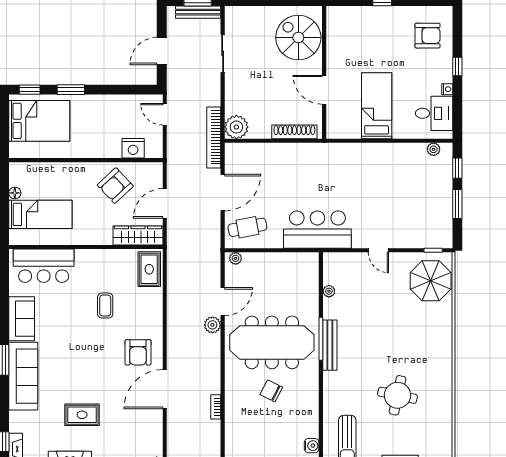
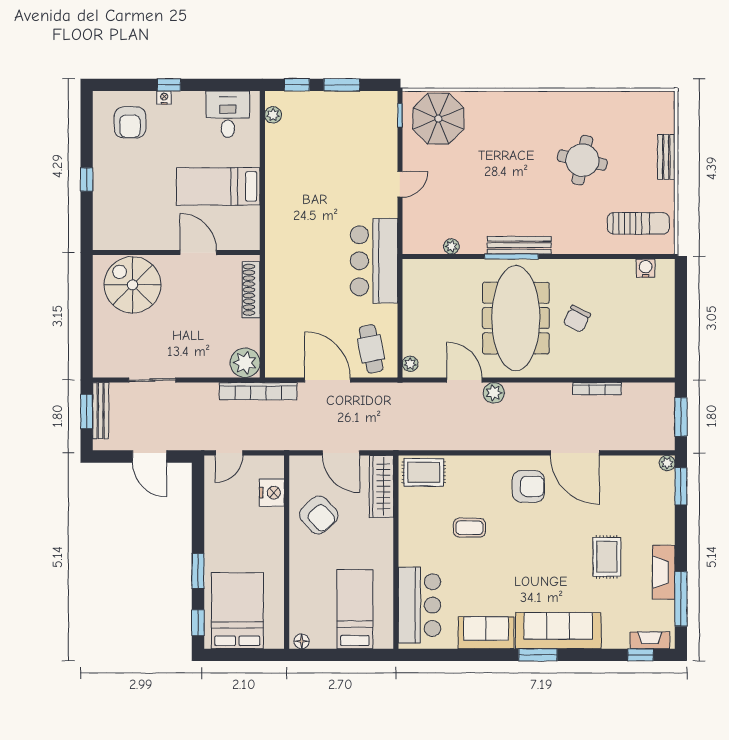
armchair: (428, 36) -> (130, 122), turned 180
spiral stairs: (298, 38) -> (133, 285), turned 90
nightstand: (447, 89) -> (164, 98), moved
door: (324, 90) -> (198, 252), swing flipped
floor lamp: (15, 193) -> (302, 641), moved
bookcase: (216, 407) -> (597, 389), width x1.56

